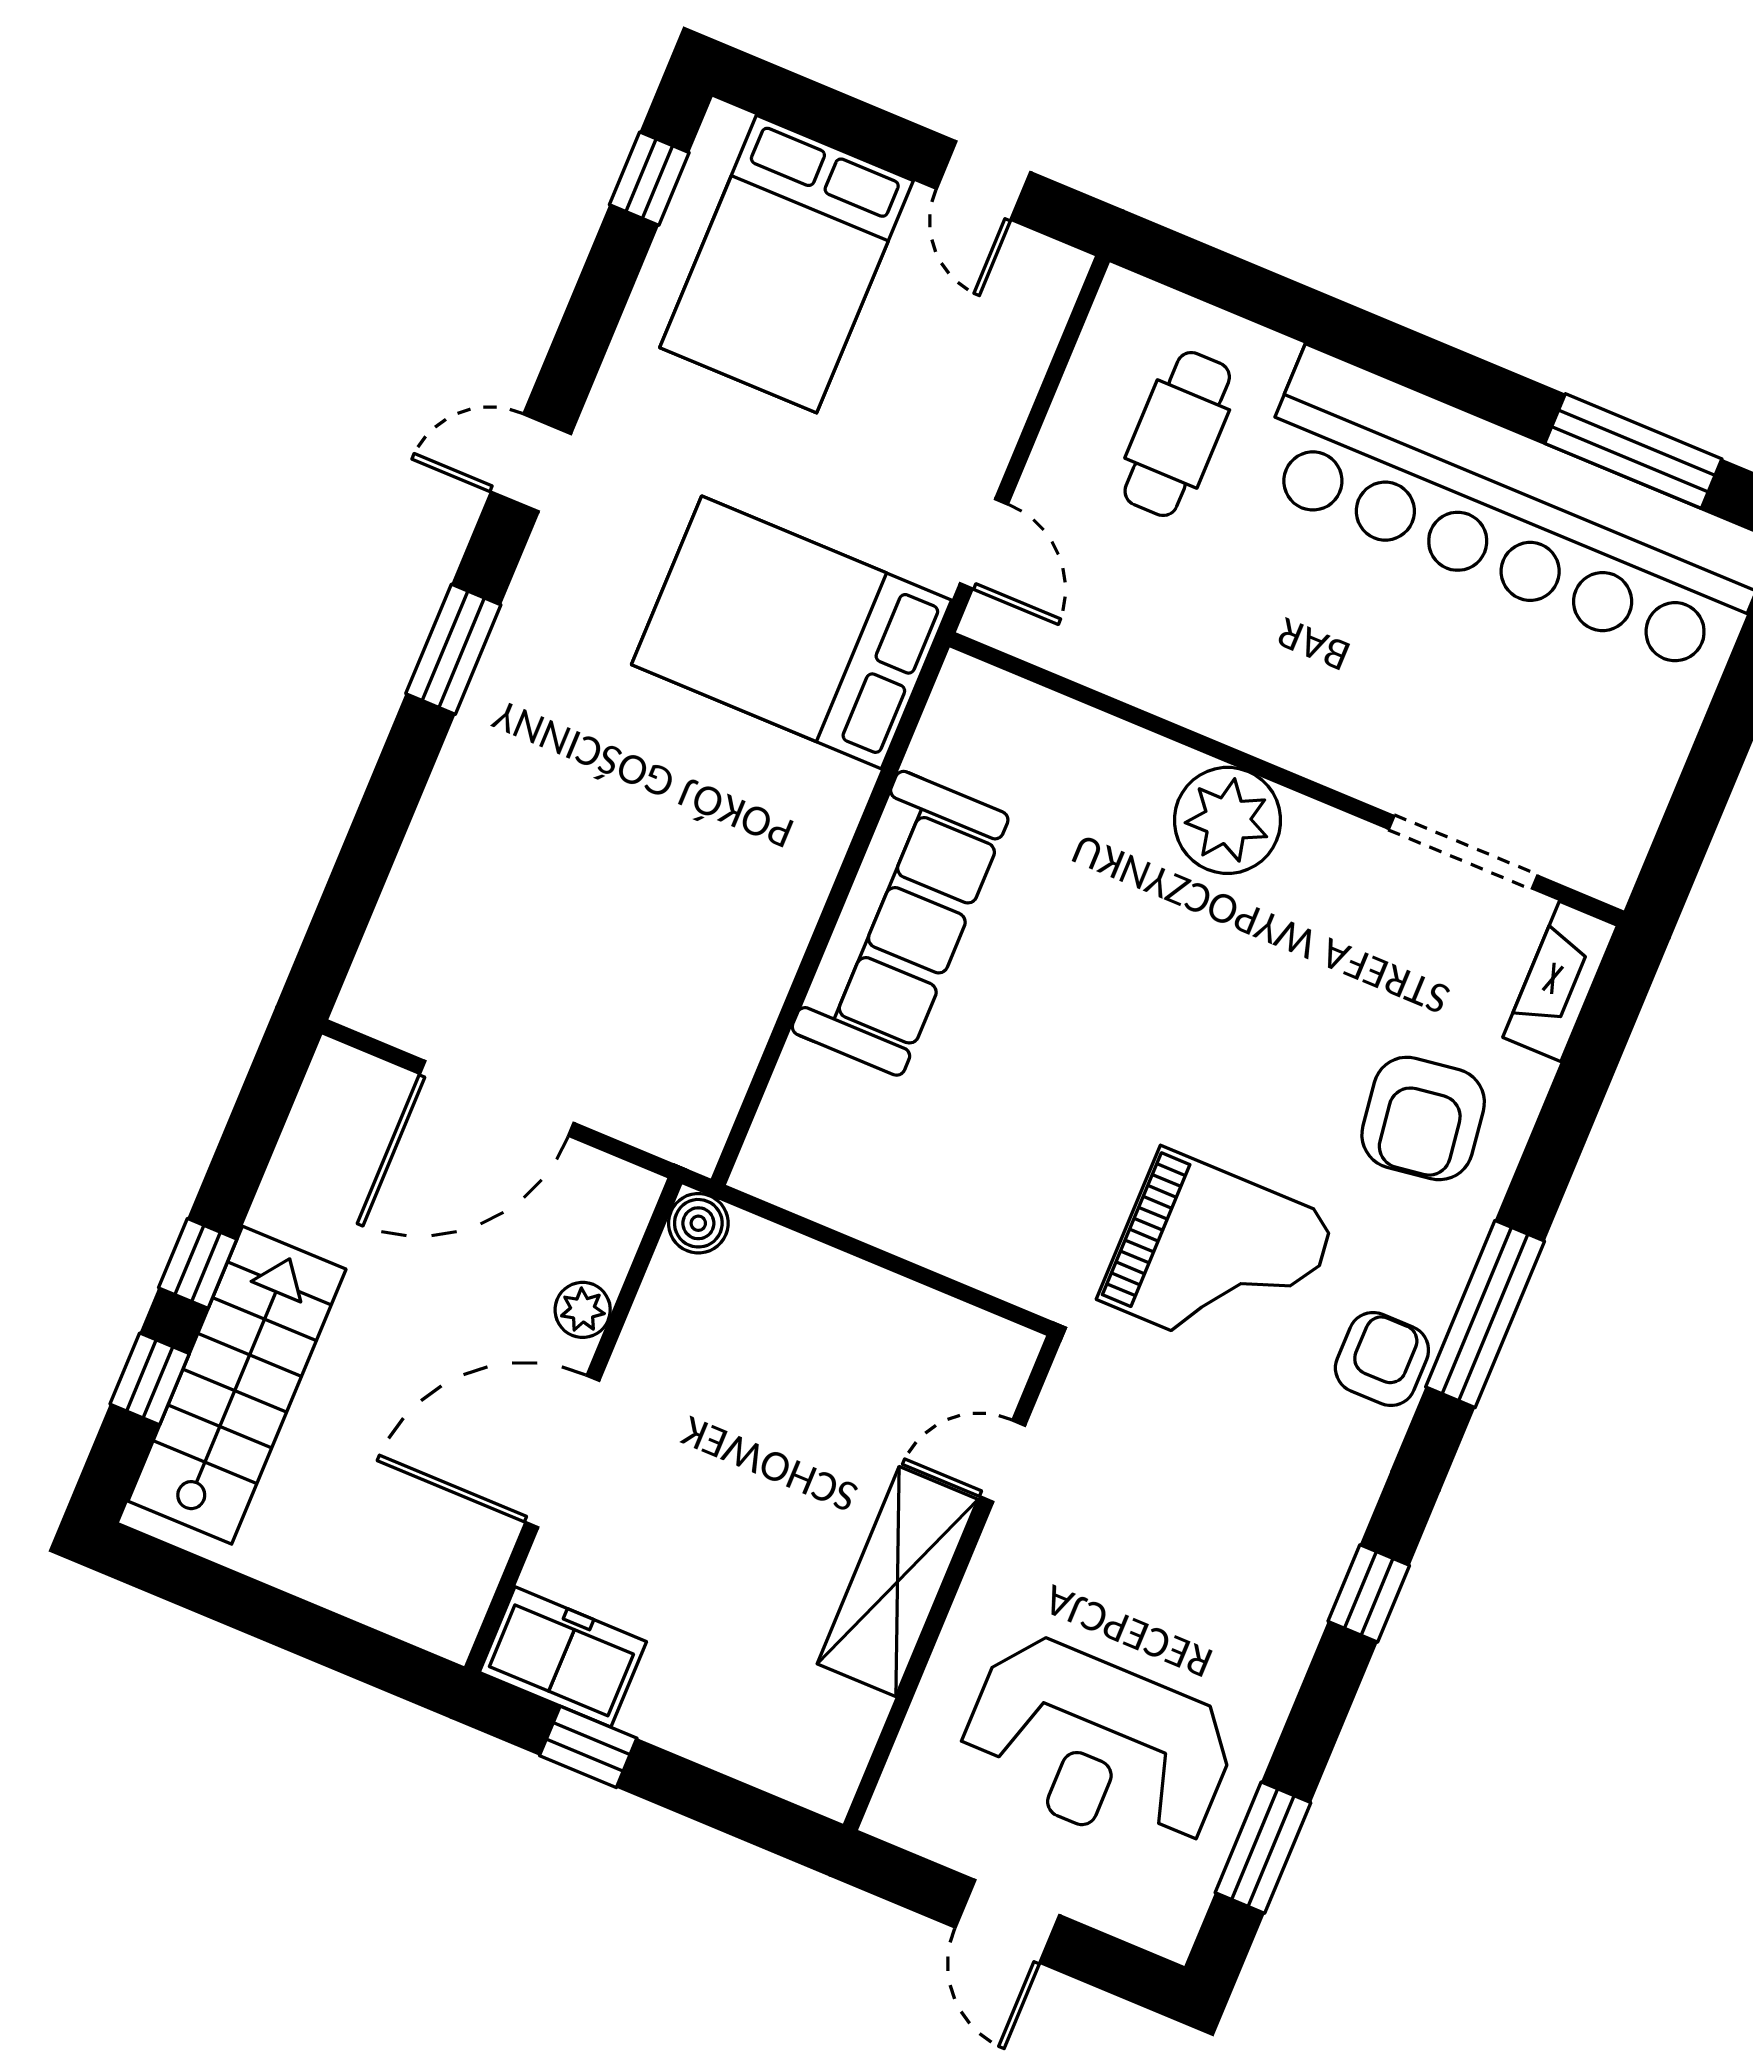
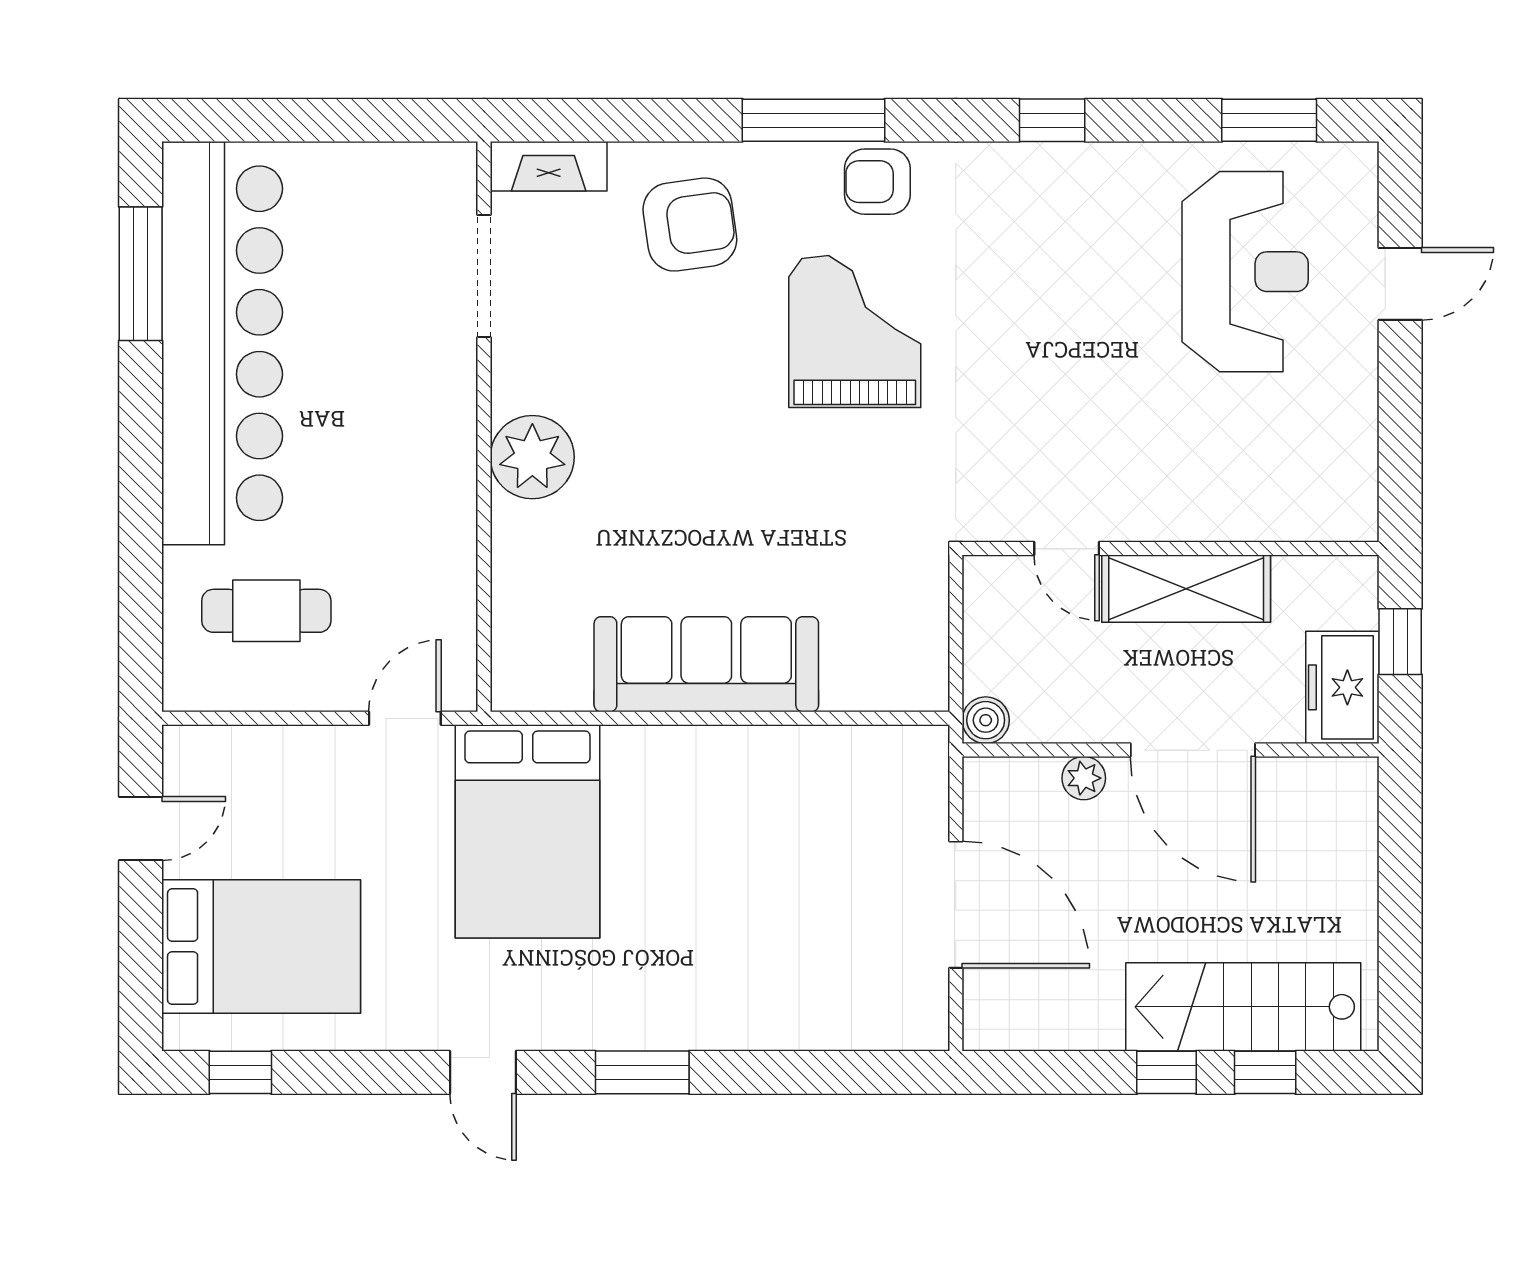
door: (1003, 1461) -> (1067, 549), moved
shelving: (898, 1582) -> (1186, 589), moved
wall: (952, 1583) -> (1171, 549), moved

